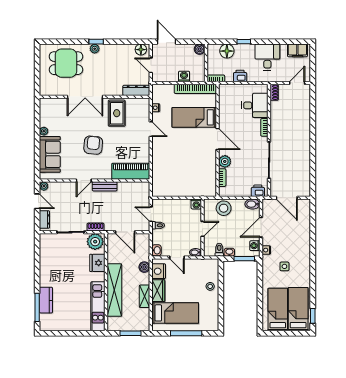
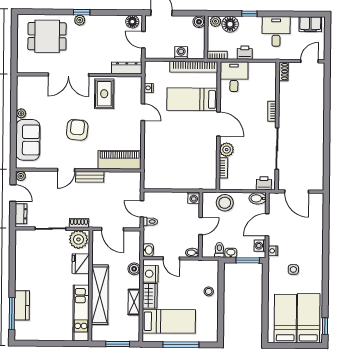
plant: (214, 49) -> (216, 21), added
desk: (255, 105) -> (234, 77), moved, turned -90

